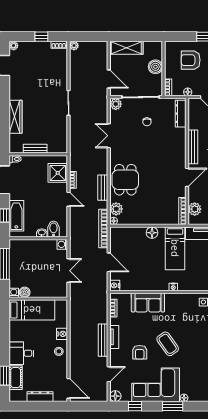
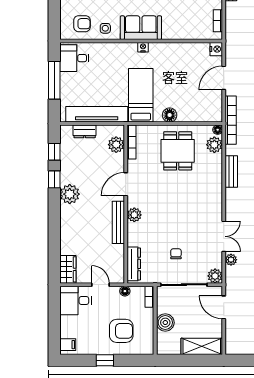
plant: (103, 117) -> (231, 260), added
plant: (180, 153) -> (134, 215), added
dining table: (125, 180) -> (178, 151), moved
door: (109, 262) -> (224, 78), hinge flipped
sofa: (148, 303) -> (141, 28), moved

